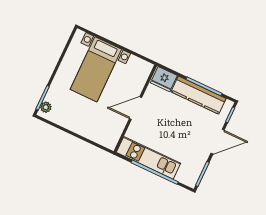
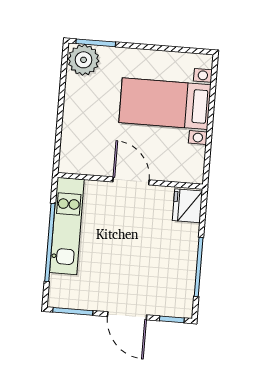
kitchen counter: (199, 95) -> (183, 264), removed
plant: (46, 107) -> (84, 60), width x1.88, depth x1.88

